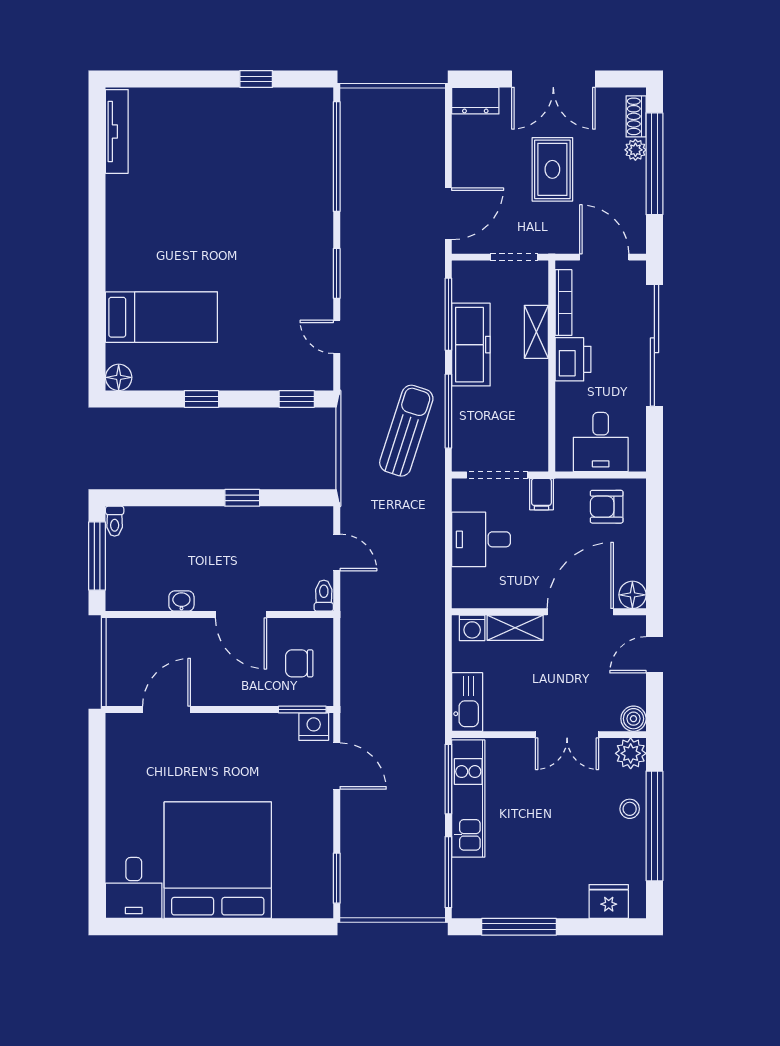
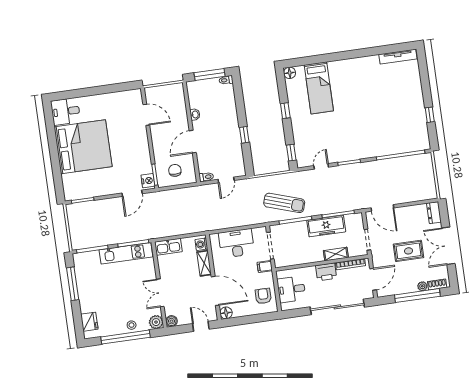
desk: (481, 539) -> (236, 243), width x1.37

